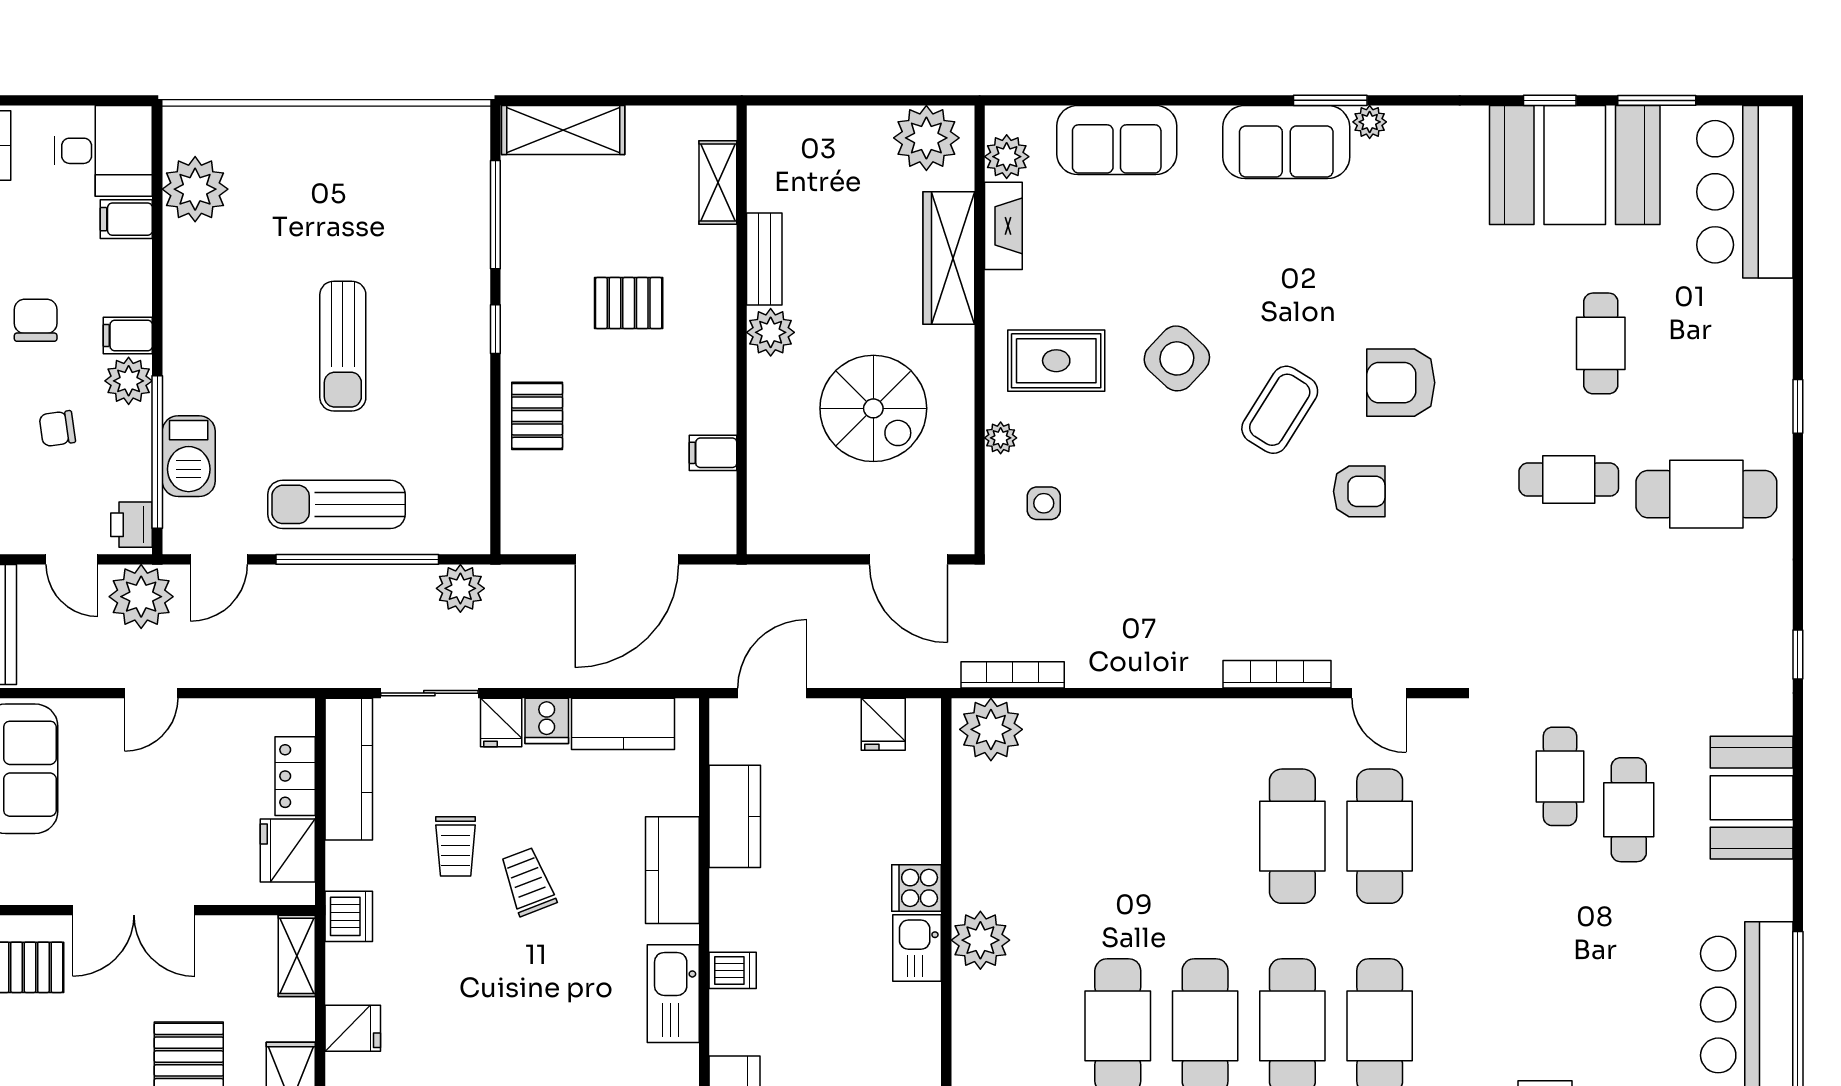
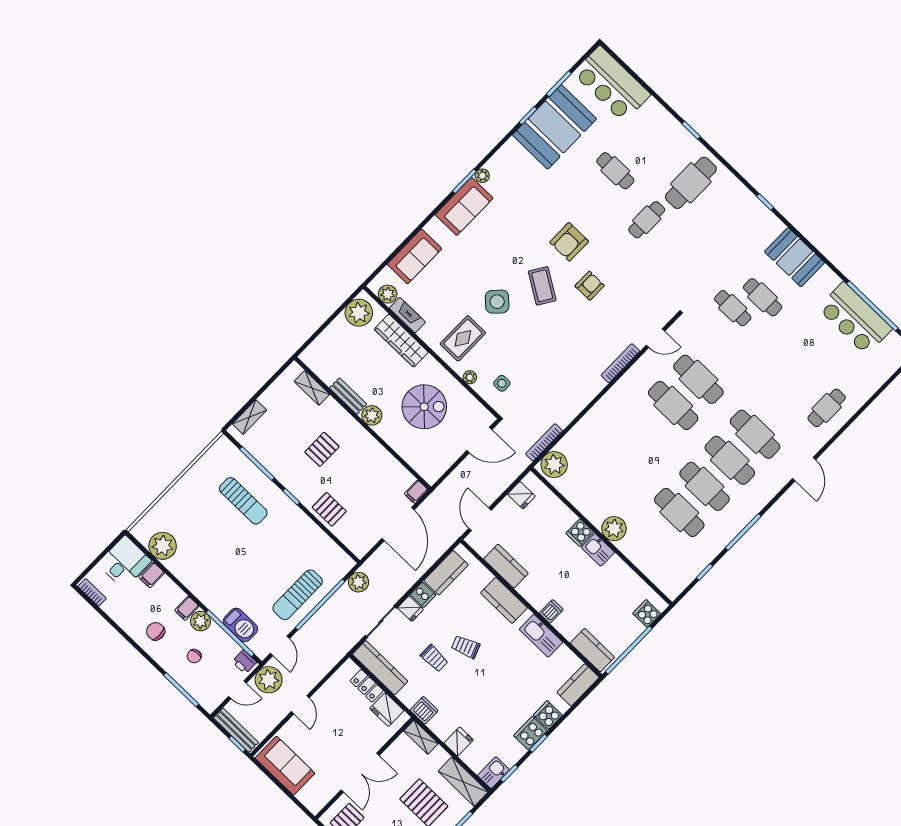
shelving: (563, 130) -> (250, 417), width x0.67, depth x0.75
sun lounger: (343, 346) -> (243, 501), moved
filing cabinet: (713, 453) -> (416, 492), moved

